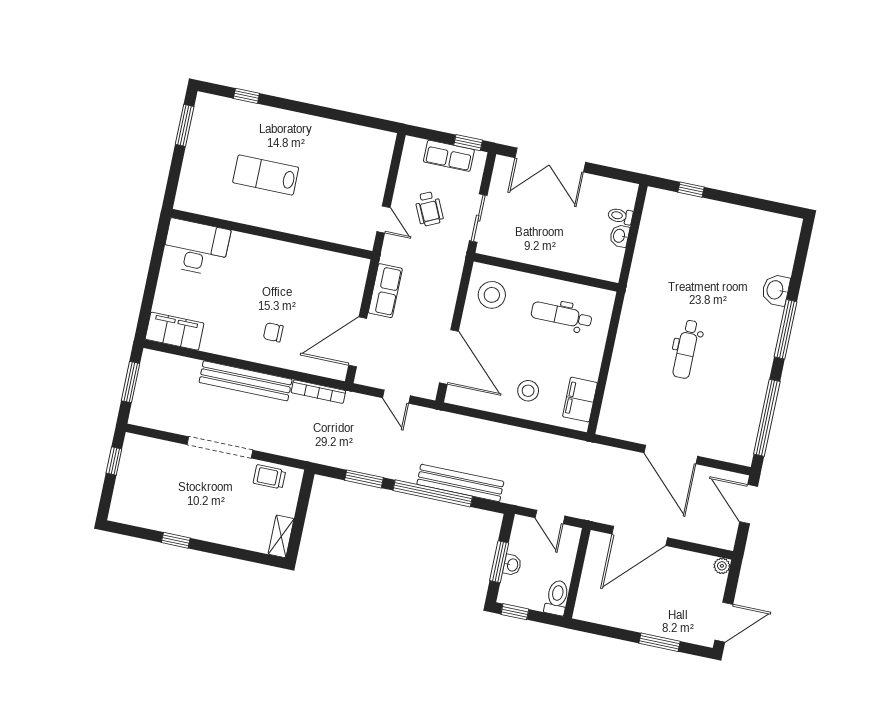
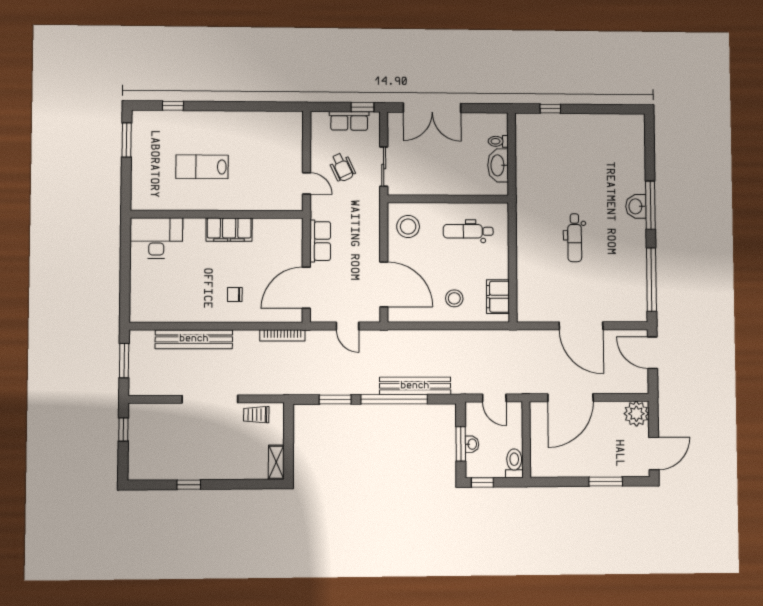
washbasin: (620, 236) -> (498, 165), width x1.91, depth x1.45
washbasin: (776, 290) -> (636, 206), moved
filing cabinet: (175, 331) -> (229, 230), moved, turned 180
bench: (246, 381) -> (194, 339), moved
plant: (722, 566) -> (636, 414), width x1.88, depth x1.88

